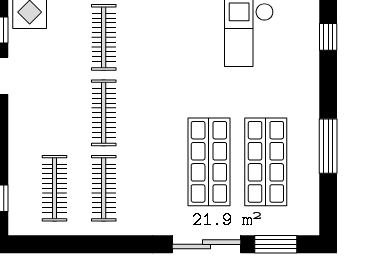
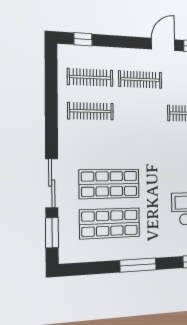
clothes rail: (104, 113) -> (140, 79), moved
window: (328, 146) -> (138, 265), moved

